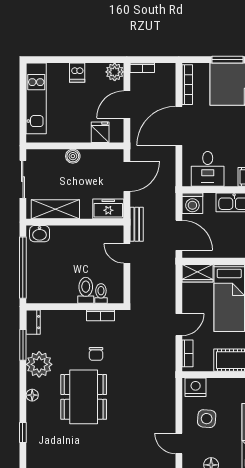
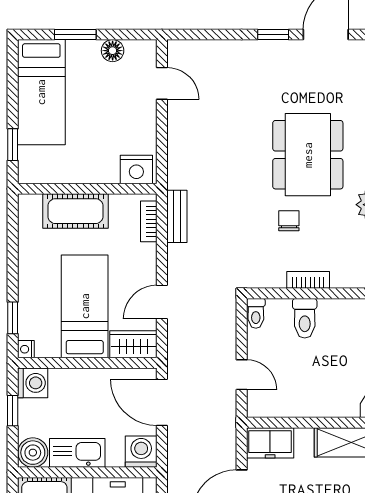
bench: (137, 224) -> (177, 216), moved
toilet: (101, 293) -> (256, 313), moved
bookcase: (101, 315) -> (308, 280), moved
door: (179, 325) -> (162, 302), moved
side table: (207, 419) -> (119, 121), removed

